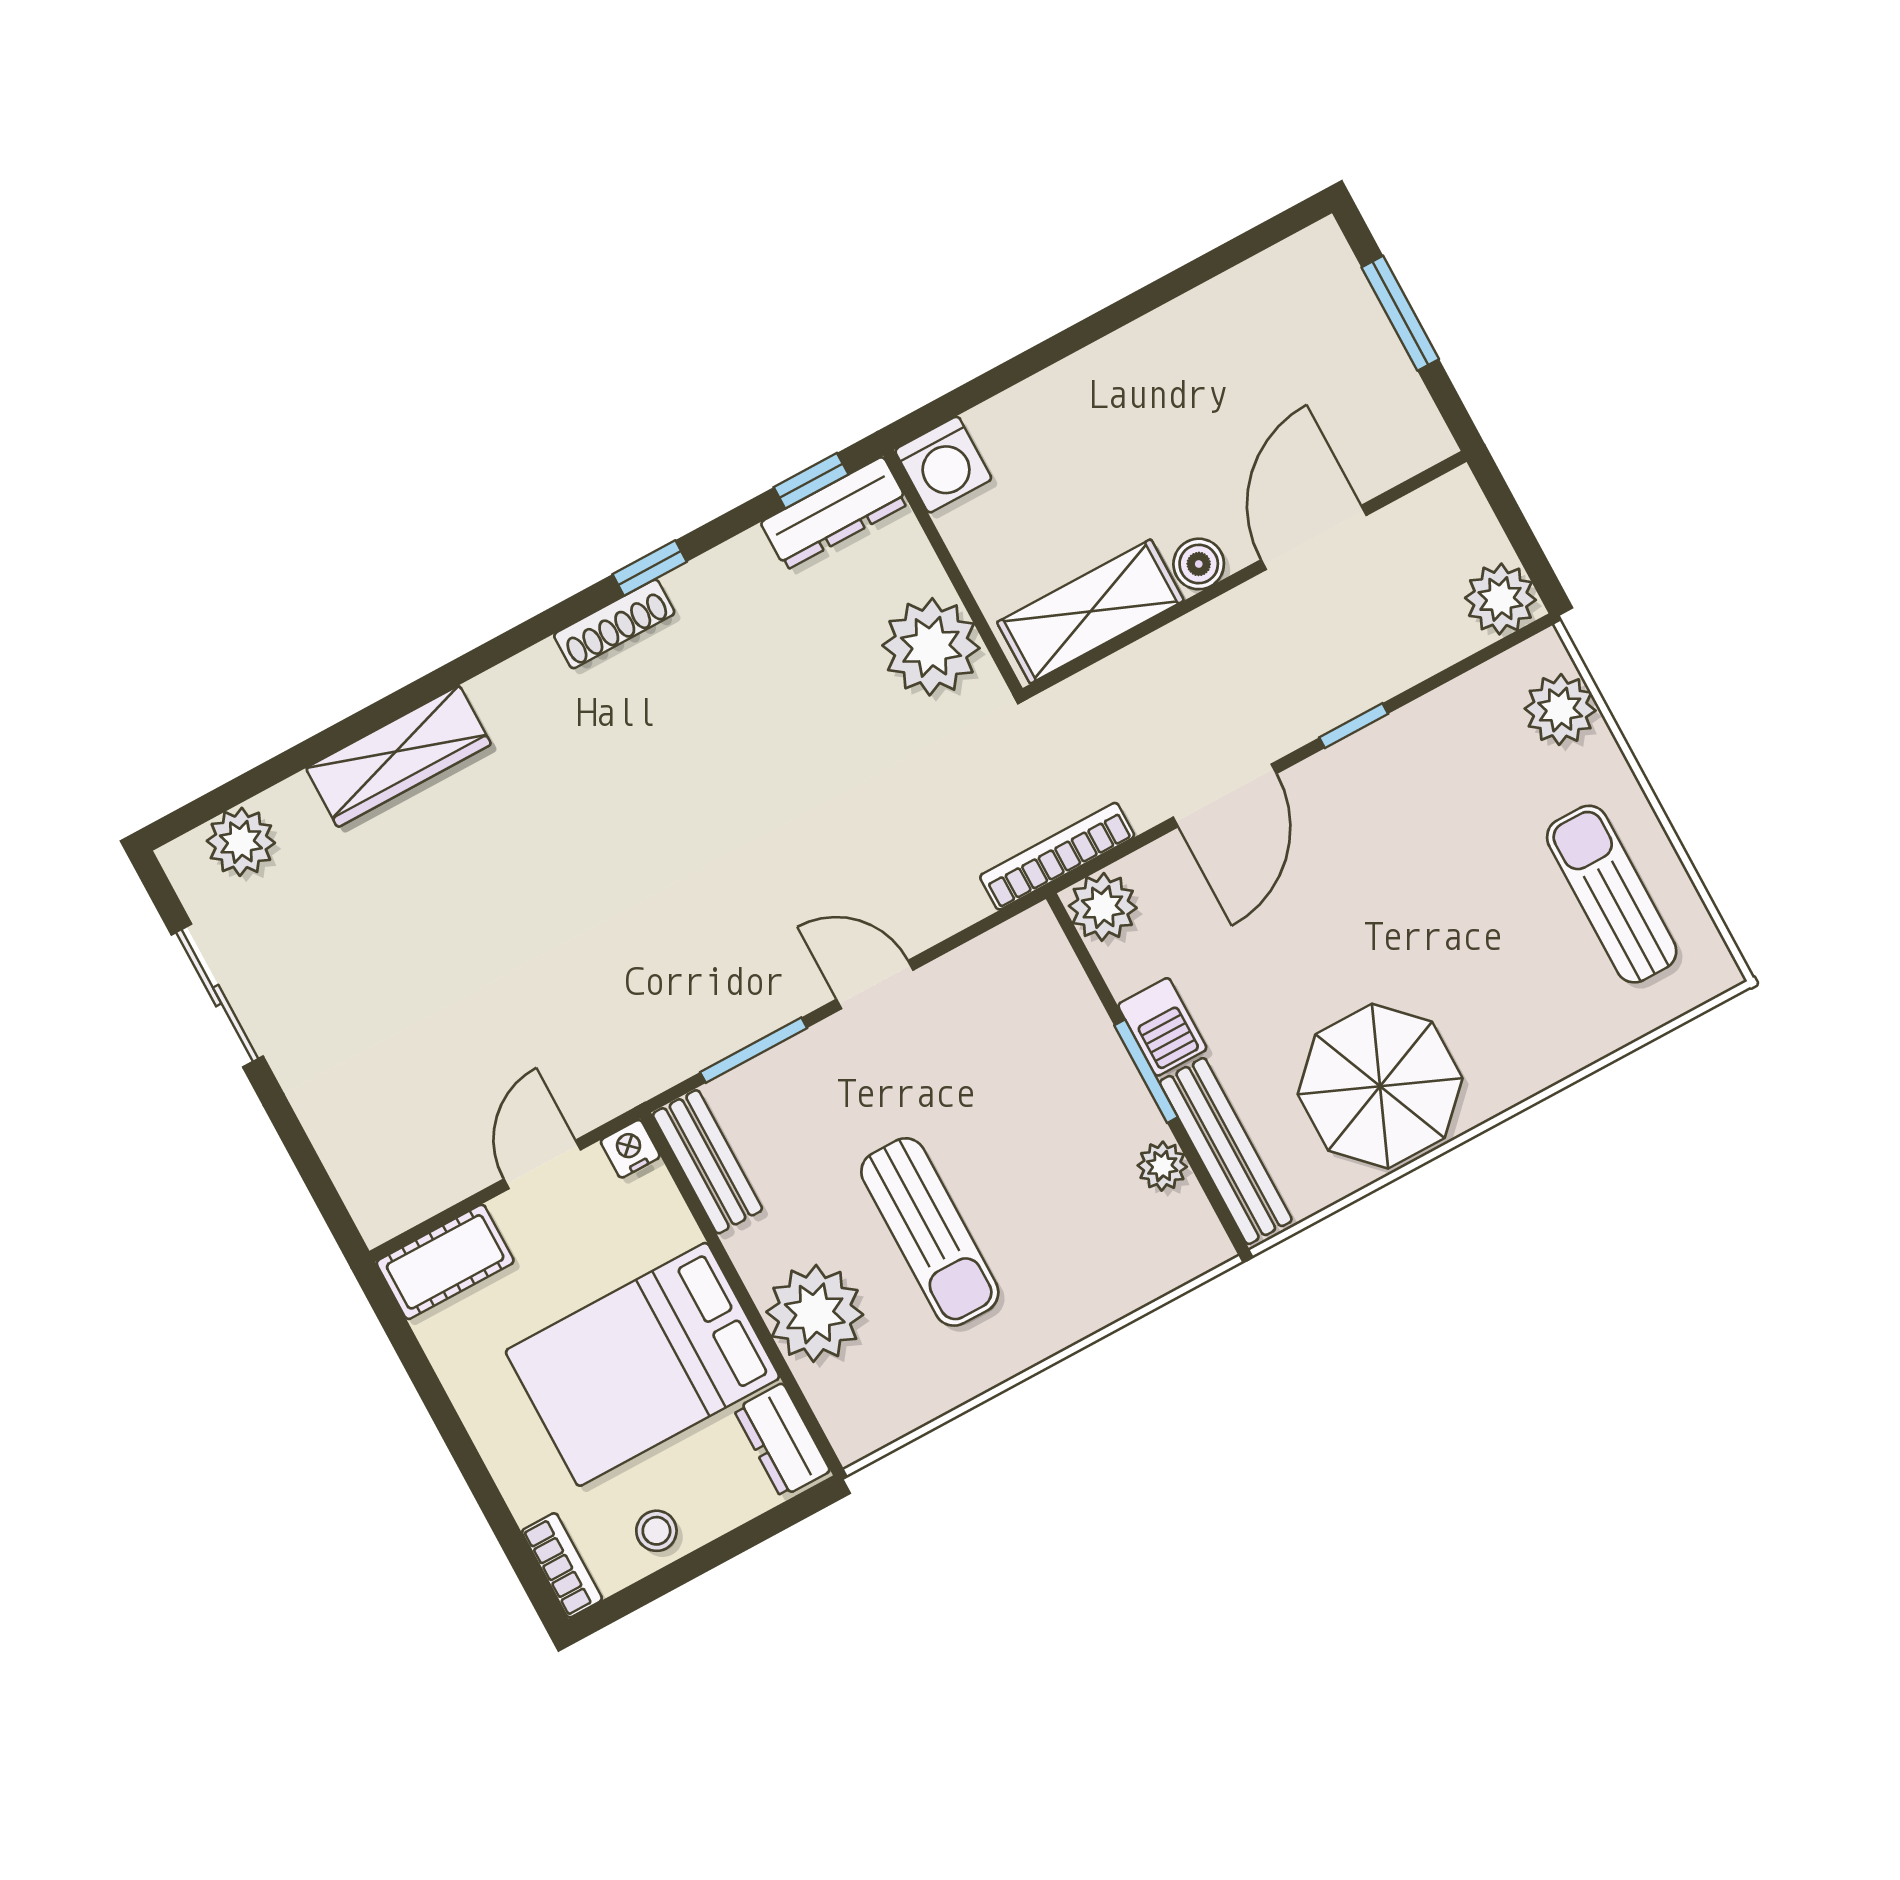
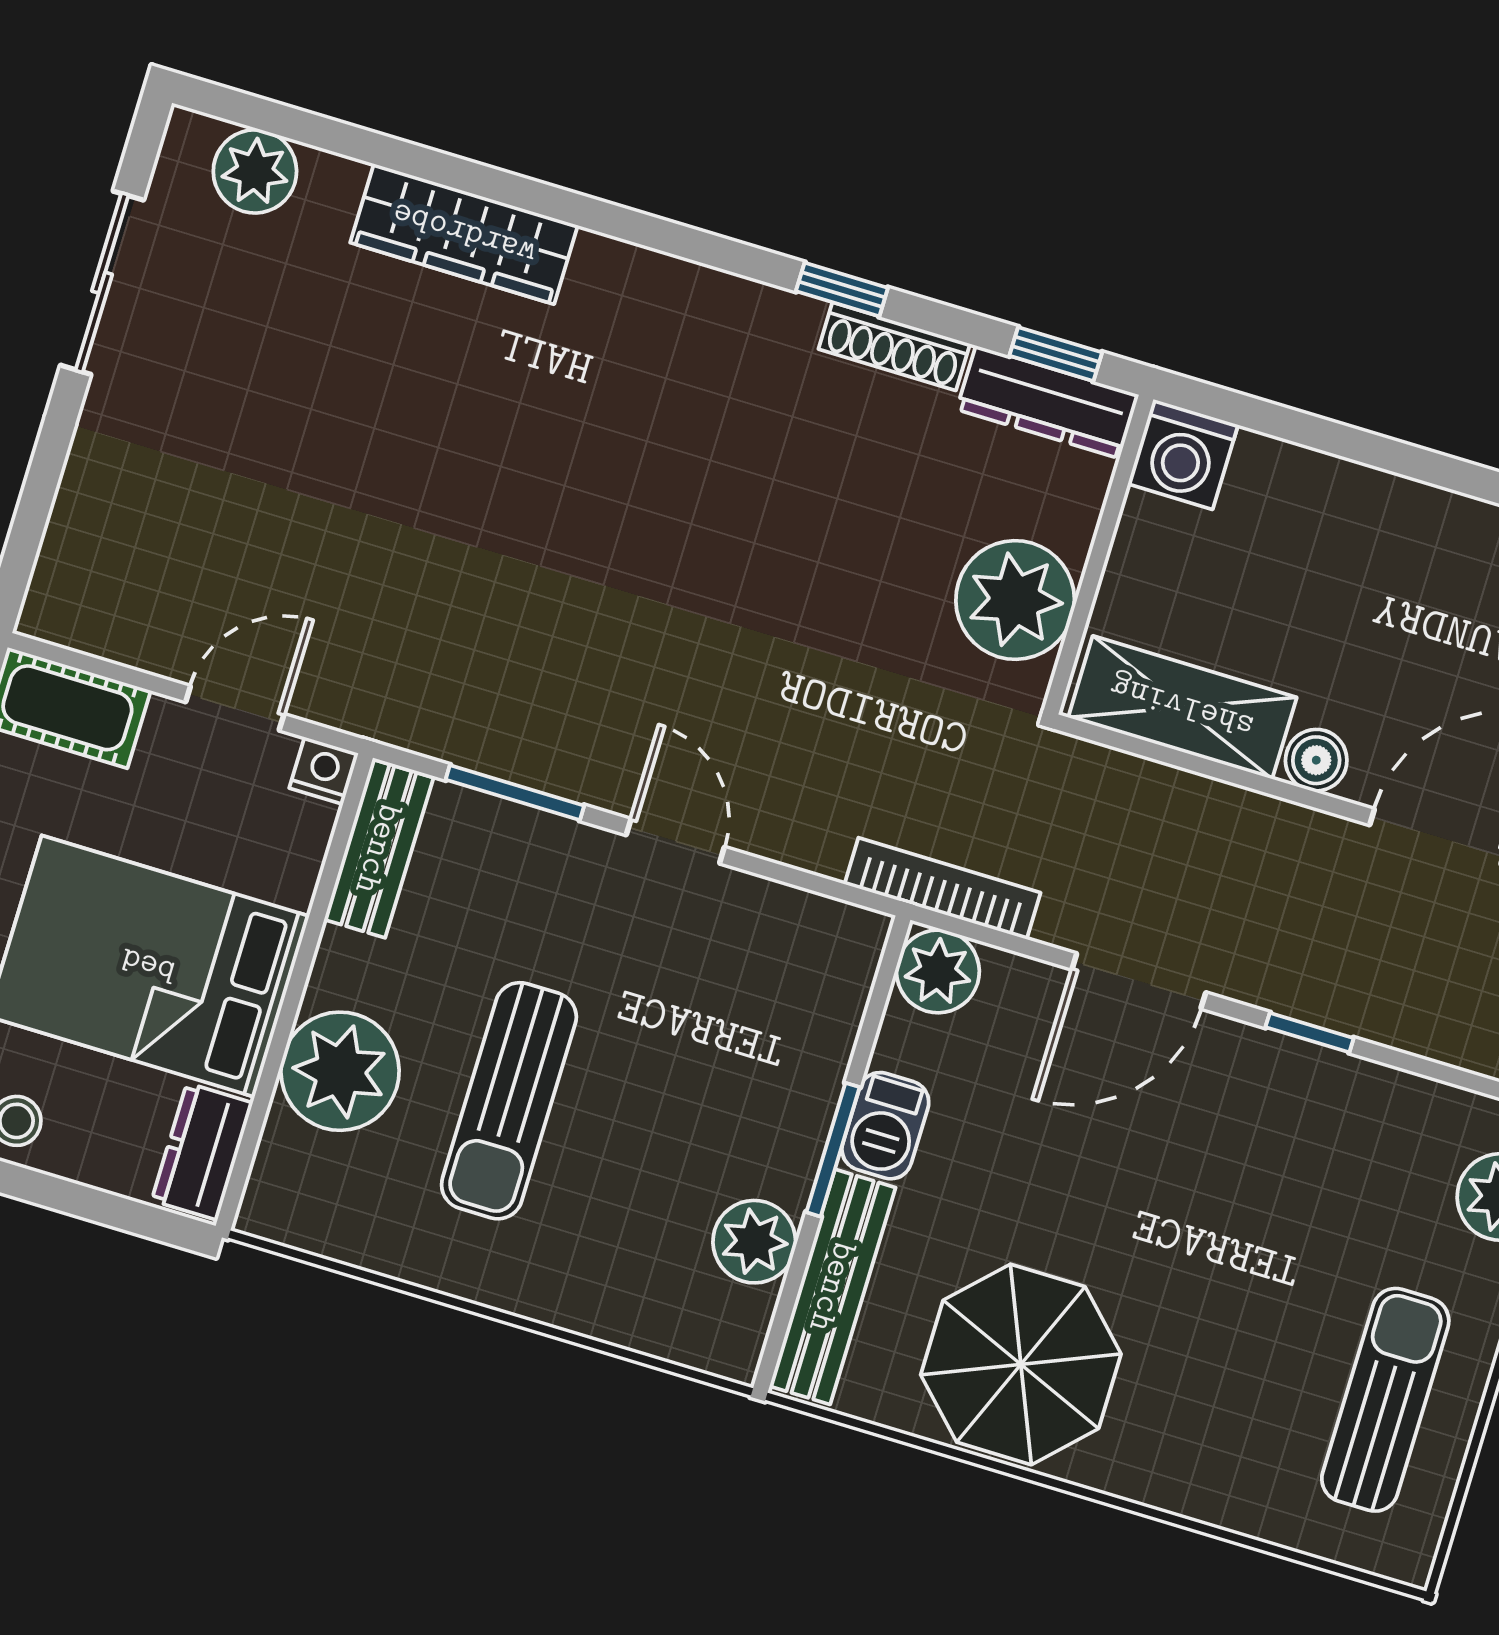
shoe rack: (614, 624) -> (894, 346), moved
plant: (1162, 1166) -> (754, 1242), width x1.38, depth x1.38

